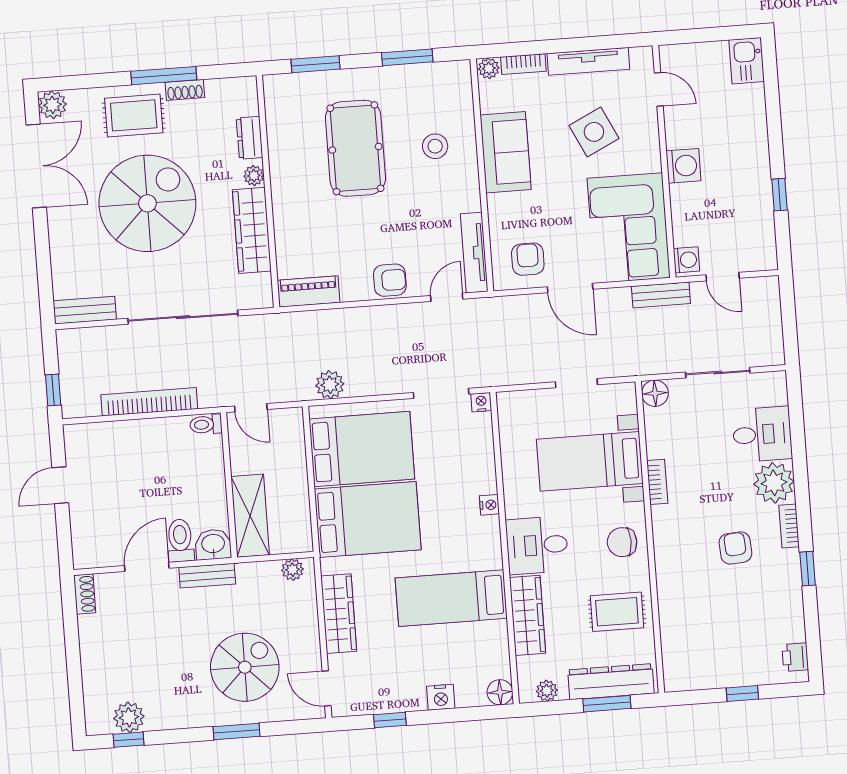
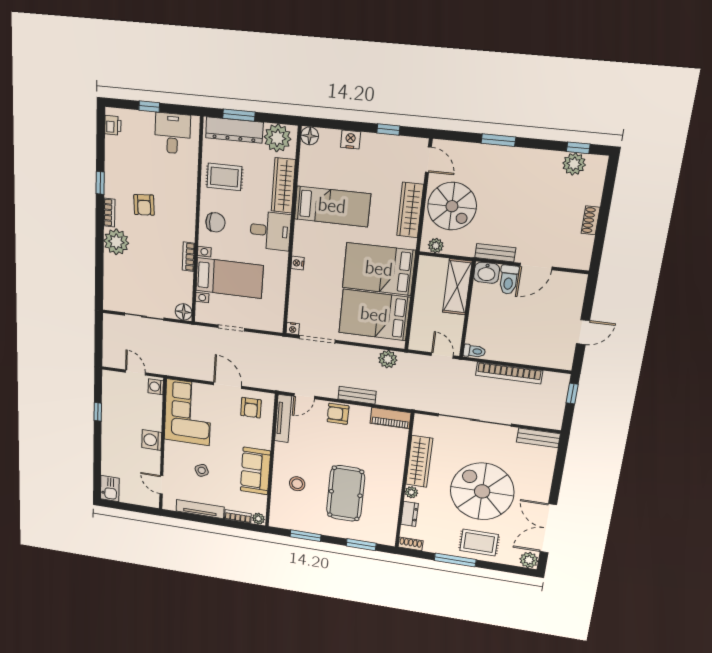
shoe rack: (185, 90) -> (411, 544), moved
side table: (594, 132) -> (202, 470), width x0.54, depth x0.54
spiral stairs: (147, 203) -> (482, 491), turned 90
bench: (661, 295) -> (357, 395), moved
desk: (762, 434) -> (173, 133), moved, turned 90
shoe rack: (85, 594) -> (591, 220), moved
spiral stairs: (245, 667) -> (452, 206), moved, turned -90
plant: (547, 691) -> (277, 138), width x1.88, depth x1.88

